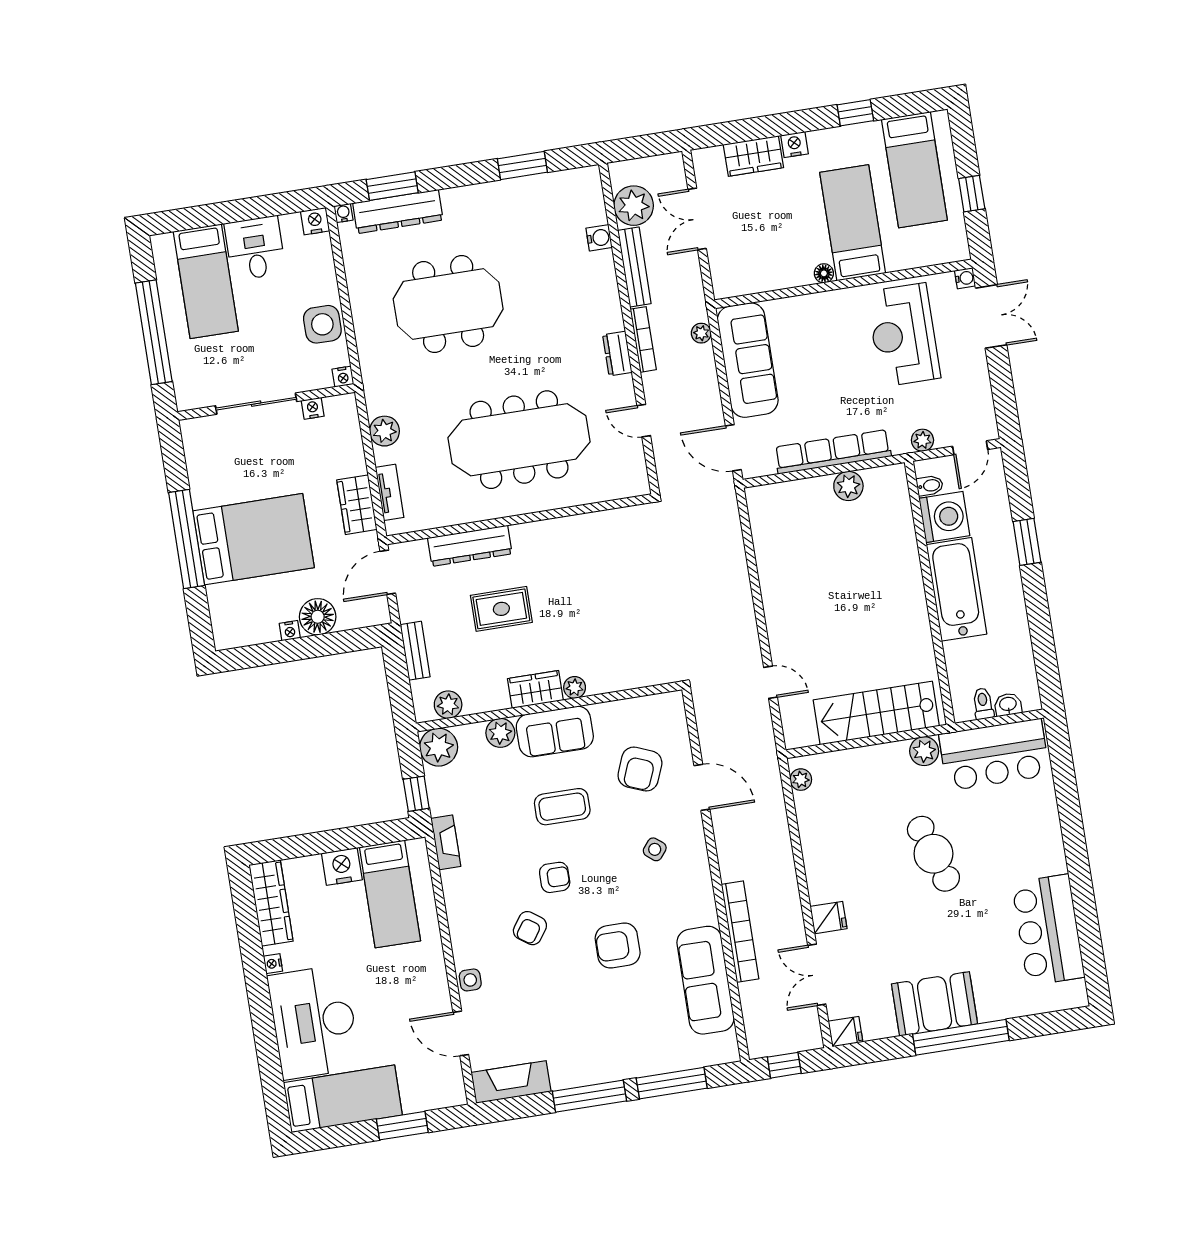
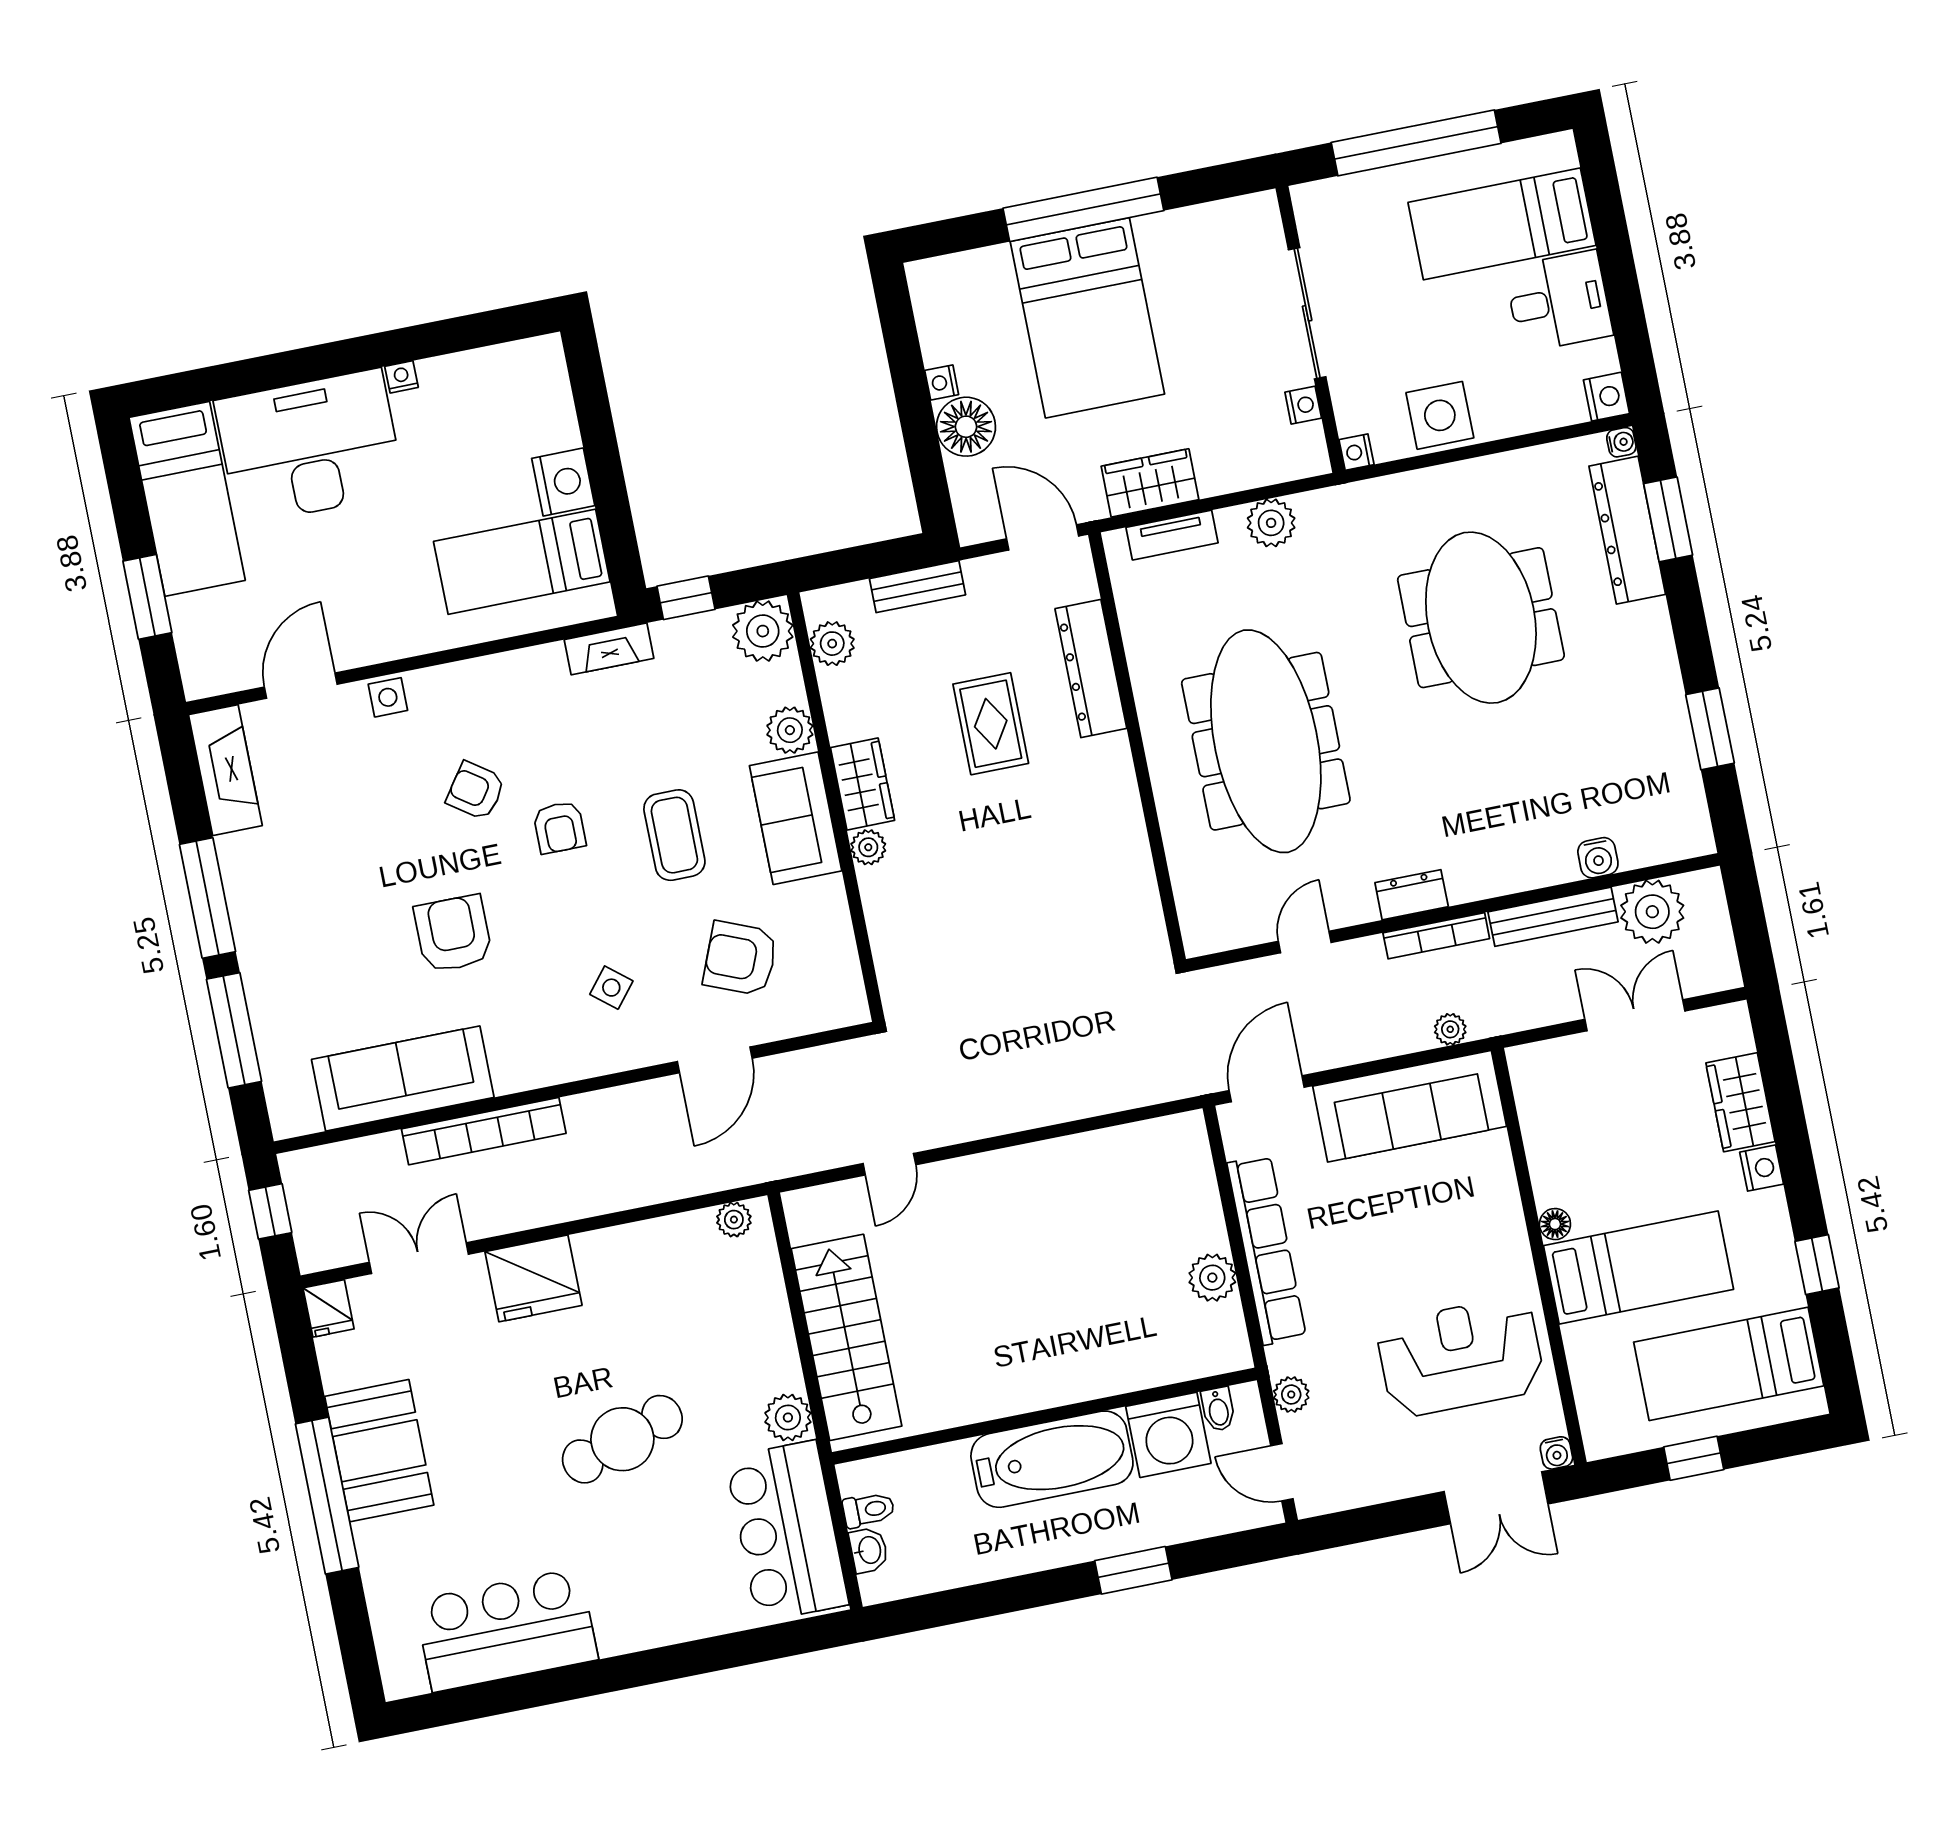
wardrobe: (271, 903) -> (500, 370), removed
fridge: (829, 918) -> (533, 1278), width x1.88, depth x1.34

